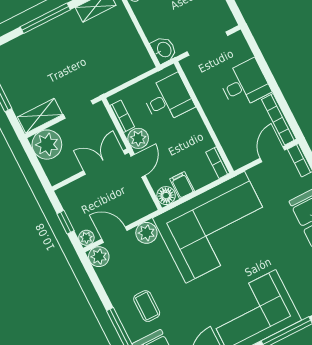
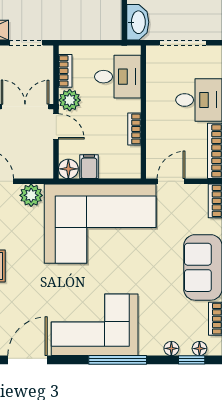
washbasin: (164, 50) -> (138, 22), width x1.38
door: (272, 154) -> (171, 181), moved
bookcase: (218, 163) -> (134, 129), moved
door: (138, 166) -> (56, 126), hinge flipped

